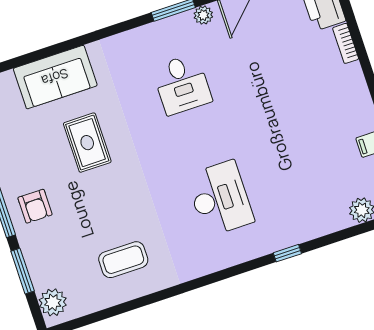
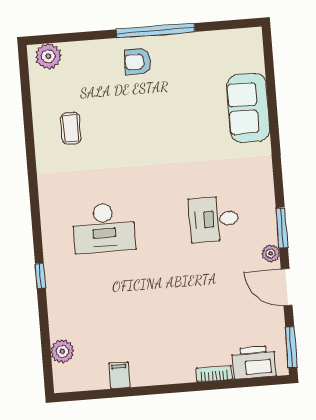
rug: (87, 143) -> (183, 122), removed
coffee table: (123, 260) -> (71, 128), width x0.73, depth x0.77
window: (23, 271) -> (83, 36), removed

